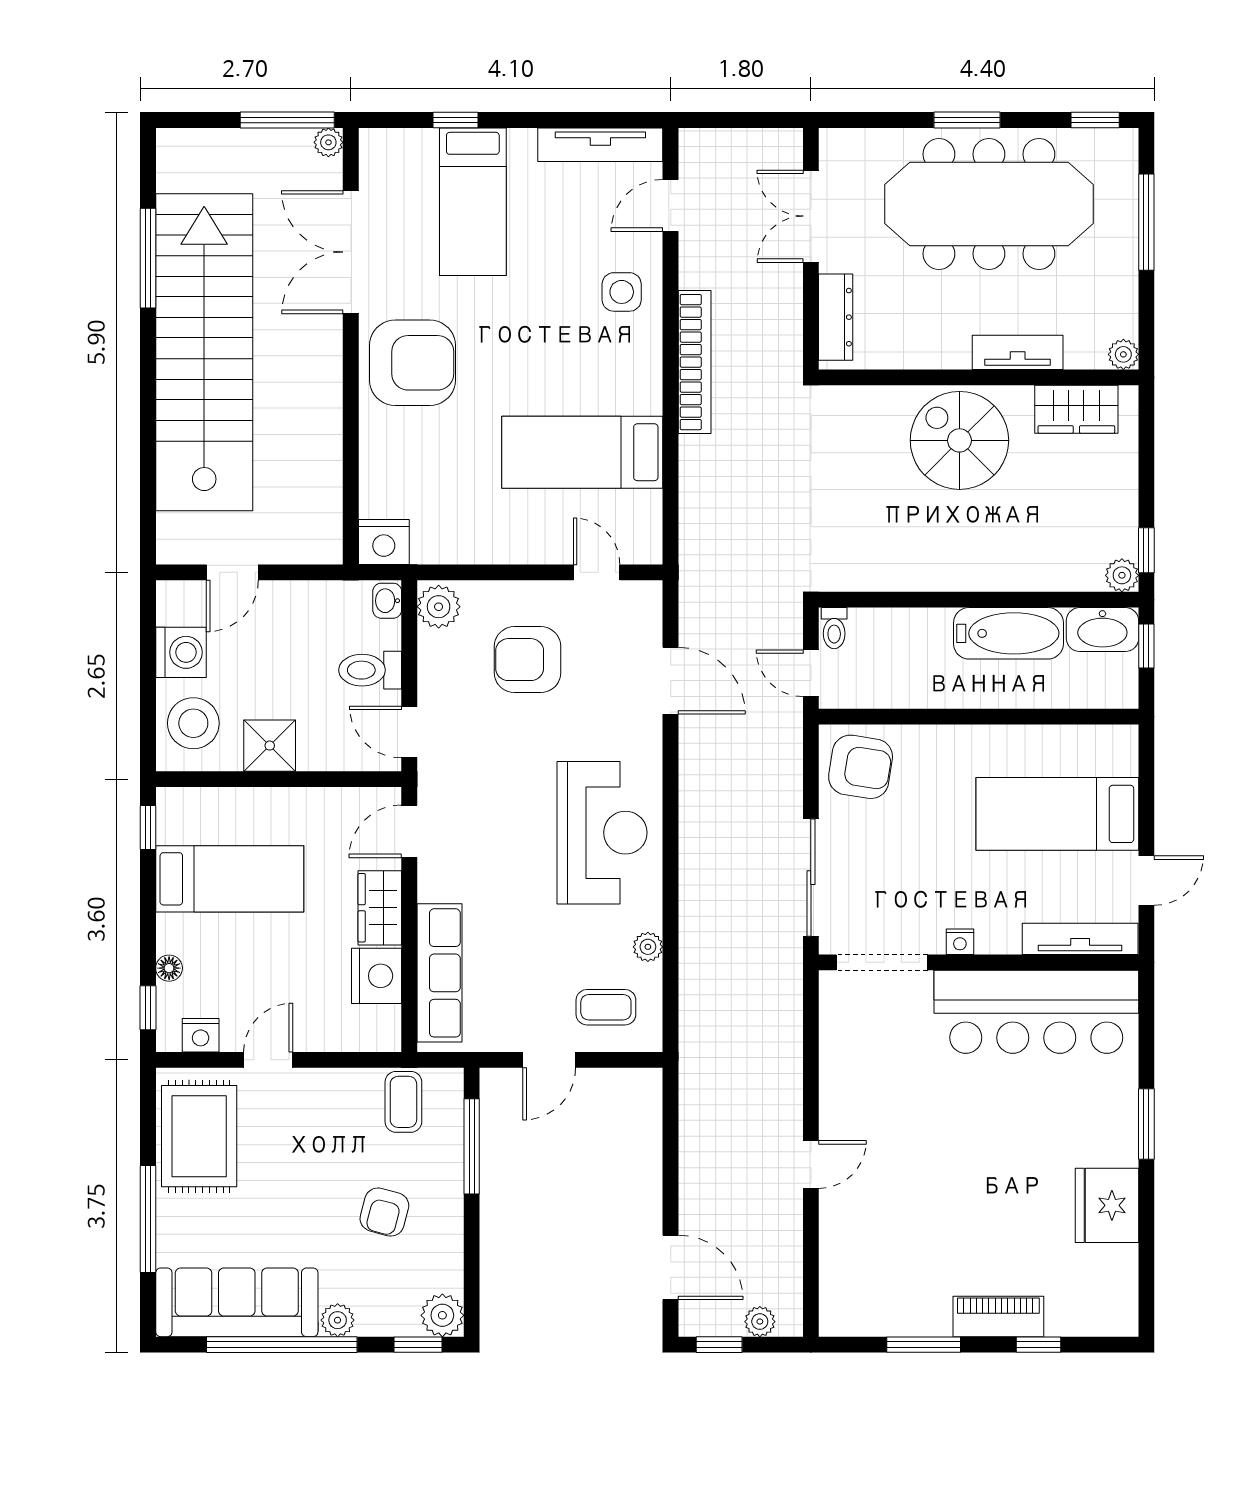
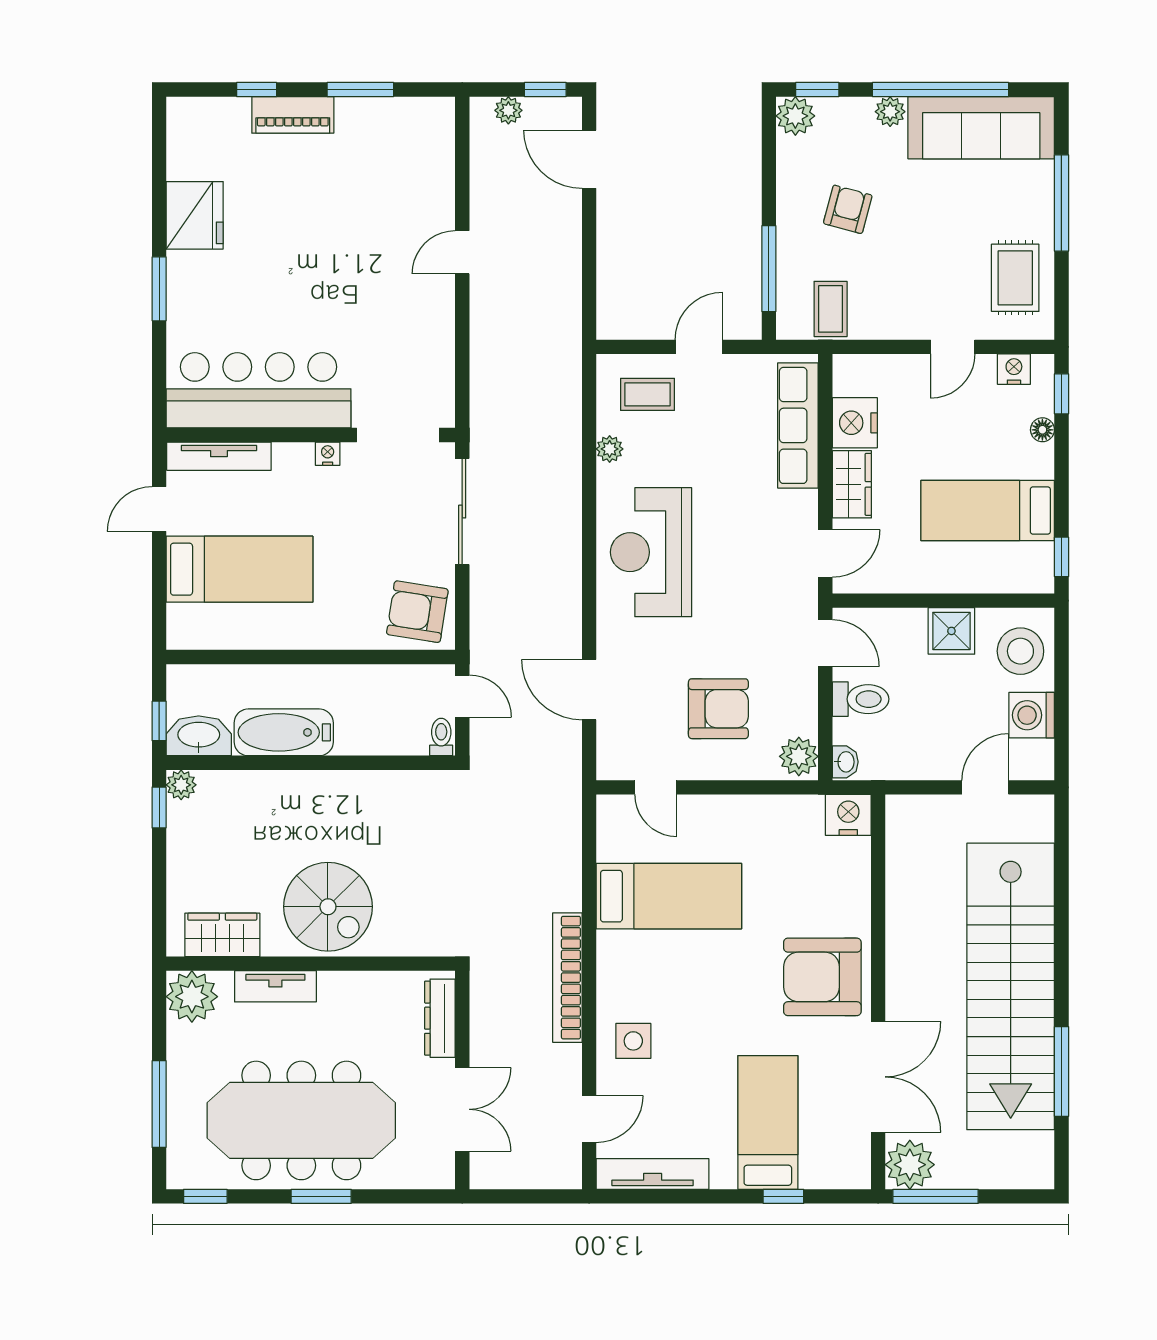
plant: (328, 142) -> (910, 1165), width x1.88, depth x1.88
plant: (1123, 354) -> (192, 997), width x1.87, depth x1.87
rug: (199, 1136) -> (1015, 278), width x0.73, depth x0.70

